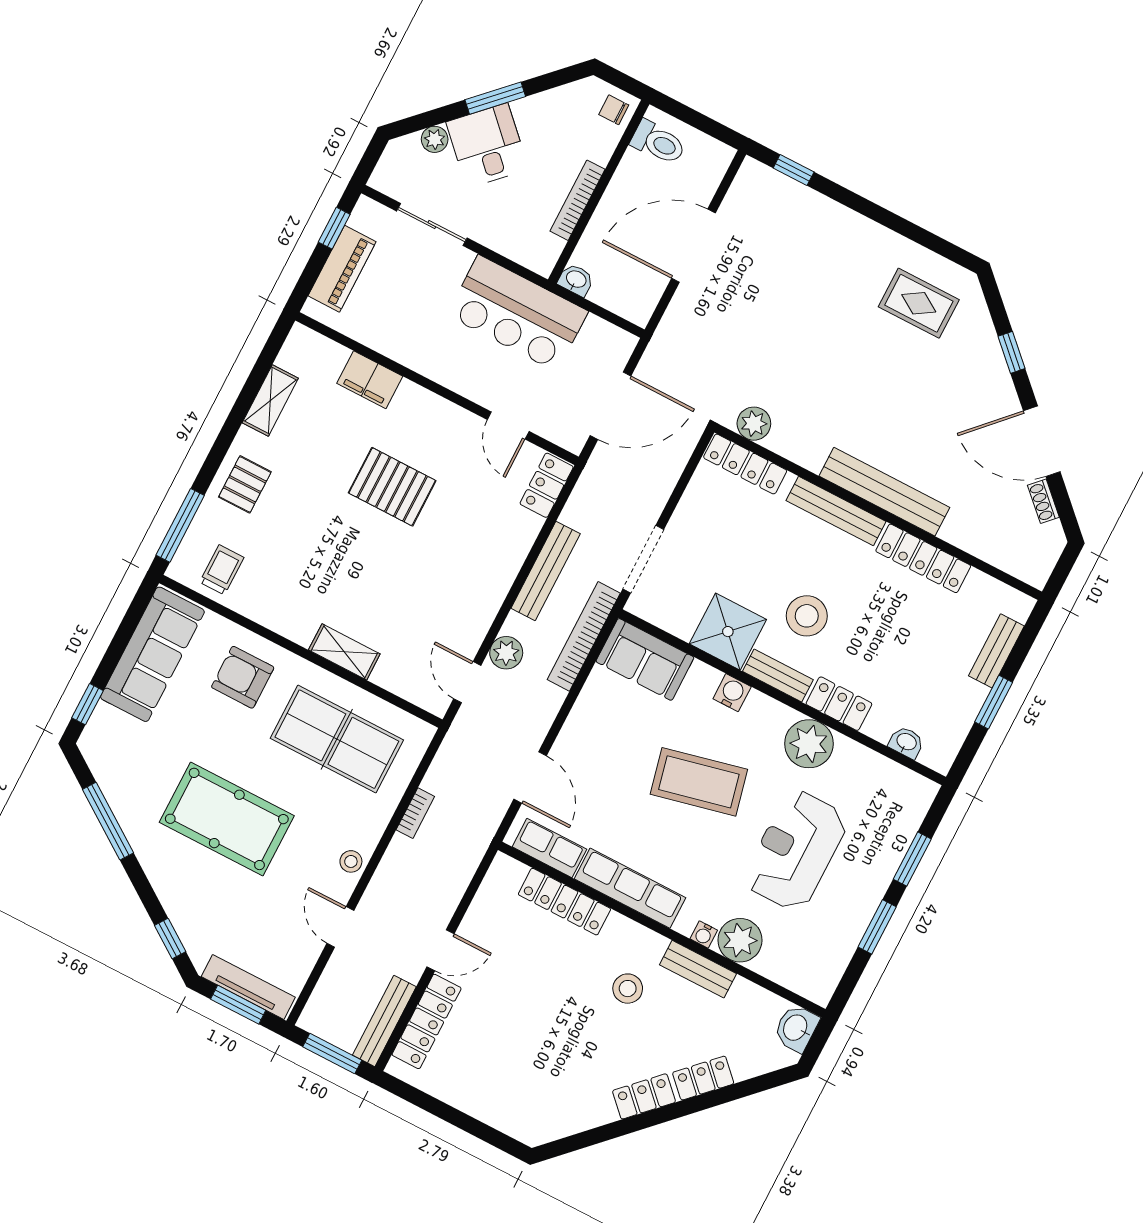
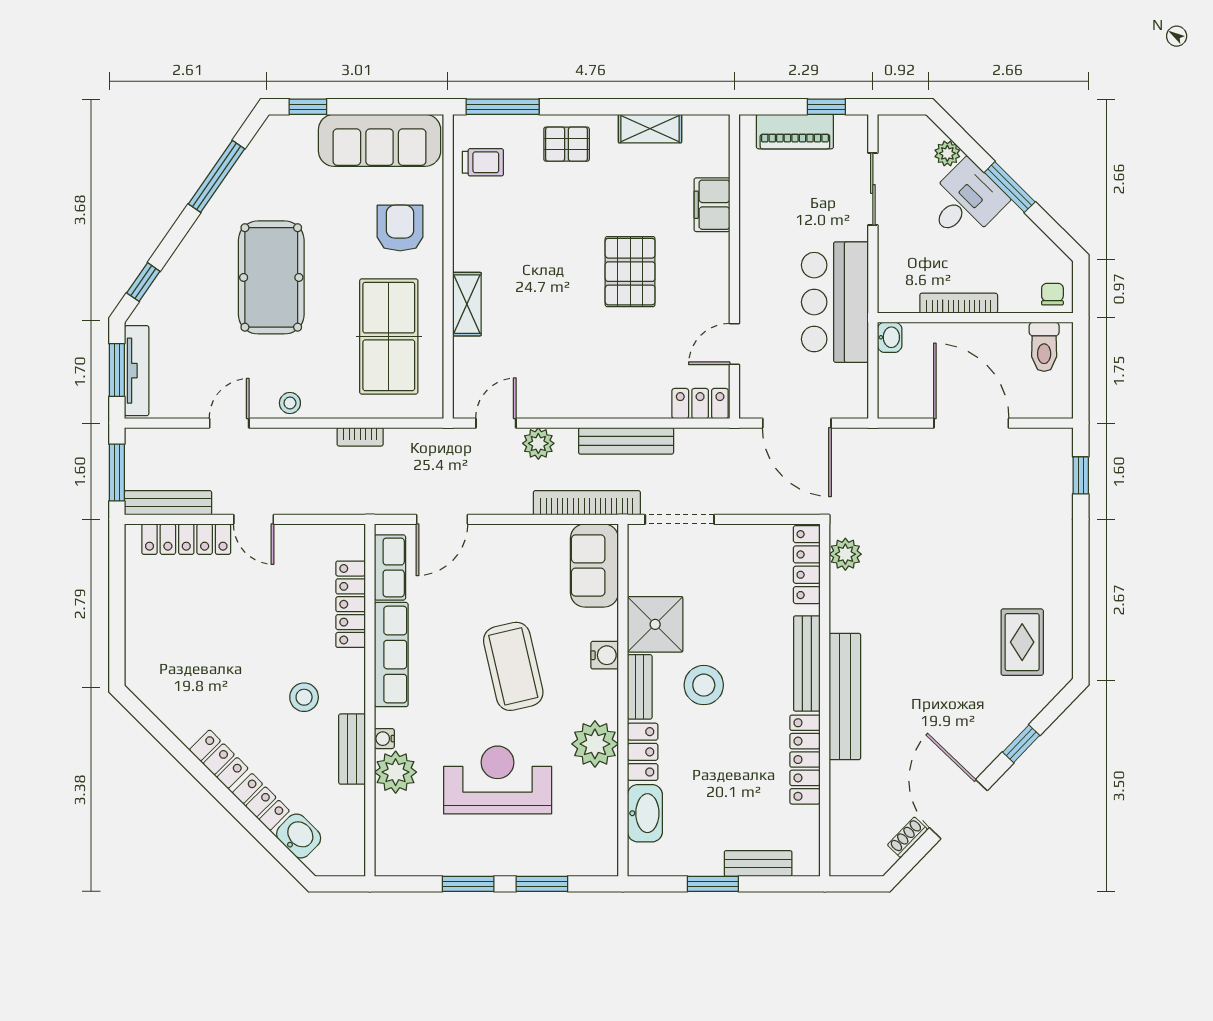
washbasin: (906, 742) -> (645, 813), width x1.91, depth x1.45
washbasin: (796, 1028) -> (299, 836), moved, turned 45

